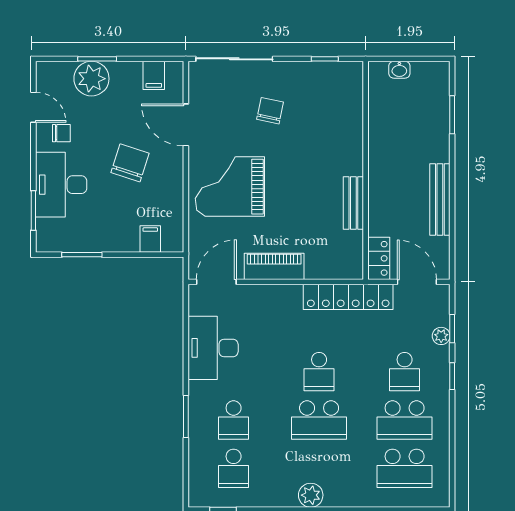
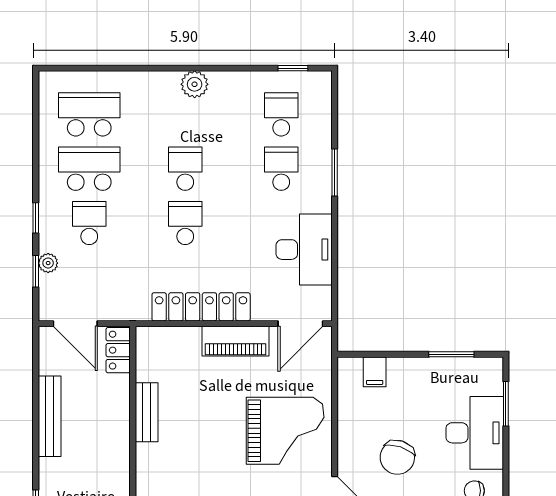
locker: (348, 297) -> (201, 307), moved
school desk: (319, 420) -> (185, 169), width x0.54

